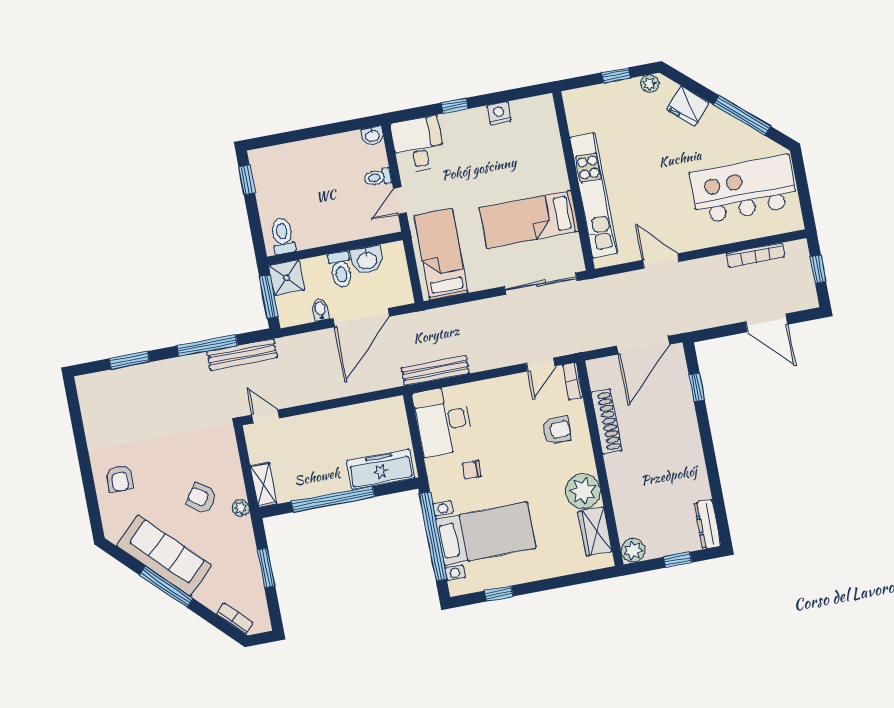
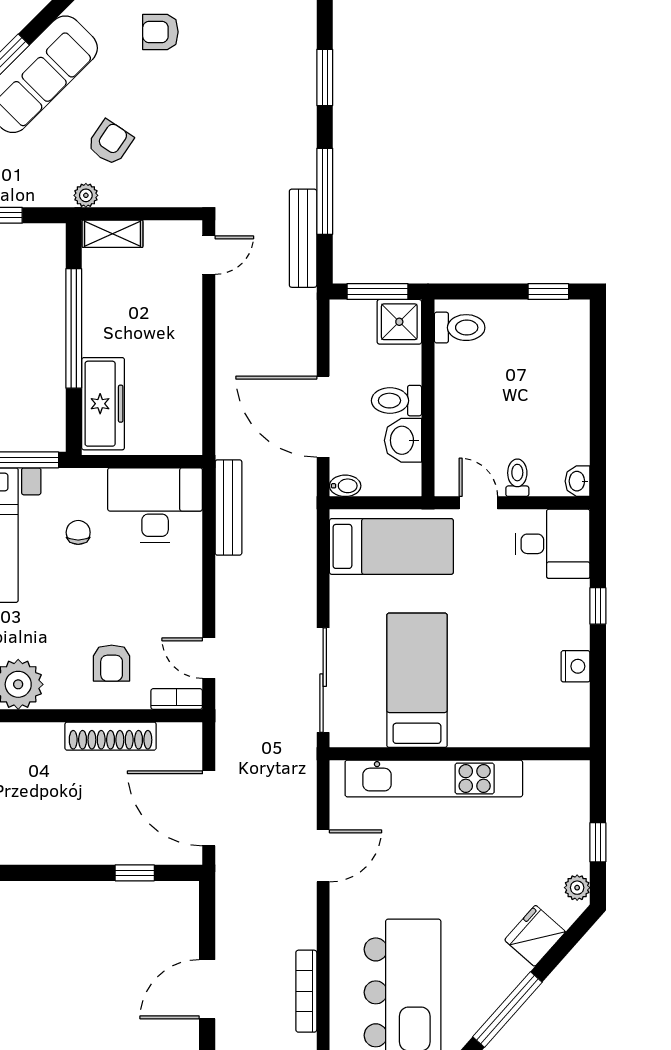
bidet: (320, 310) -> (345, 486), moved

